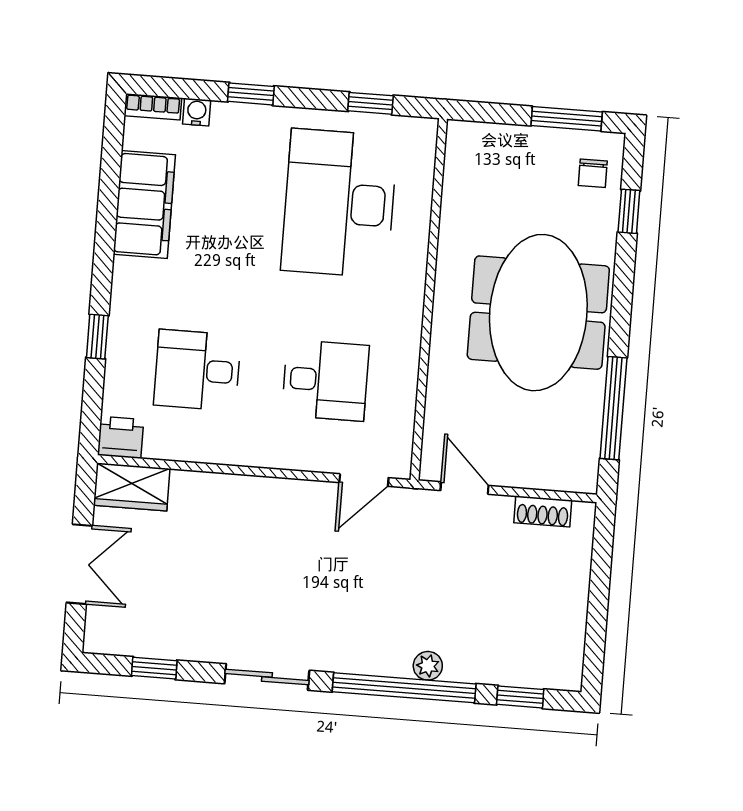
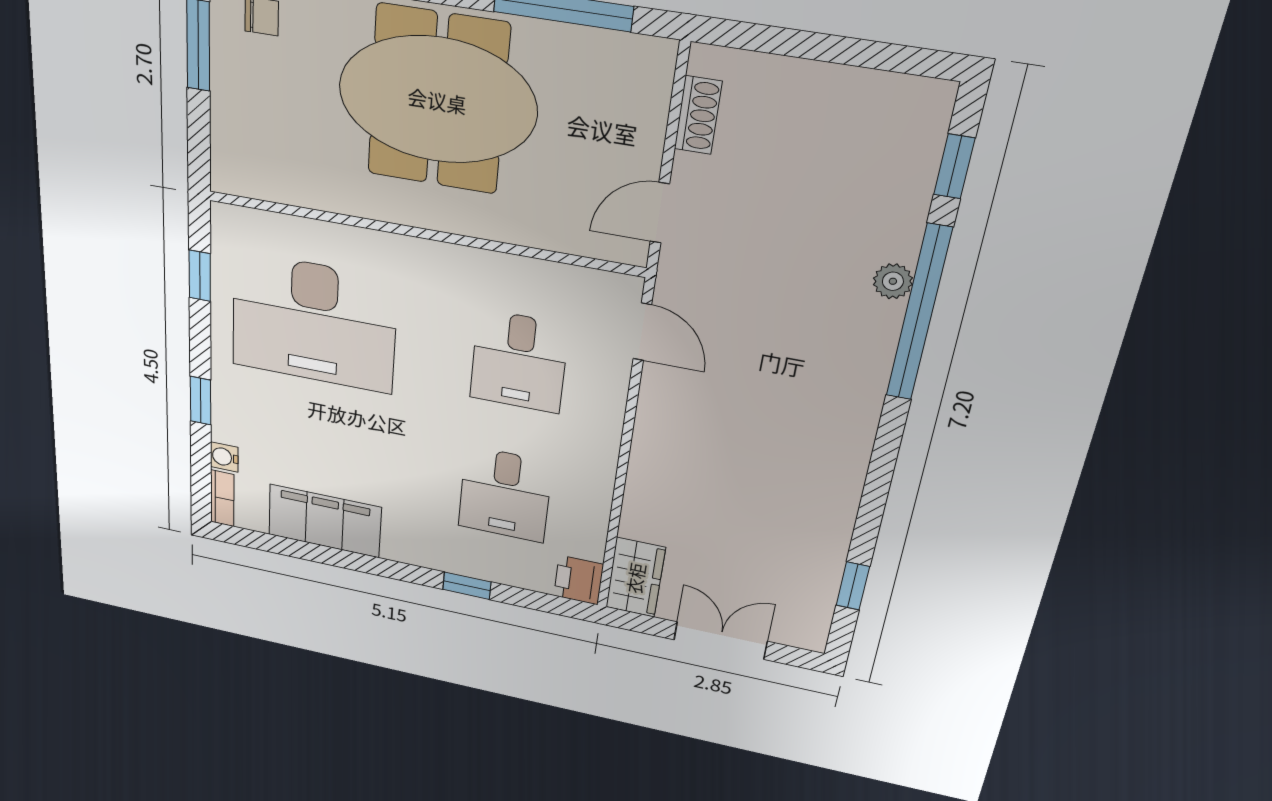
desk: (325, 380) -> (519, 361), turned 180
sliding door: (267, 677) -> (881, 470), removed

